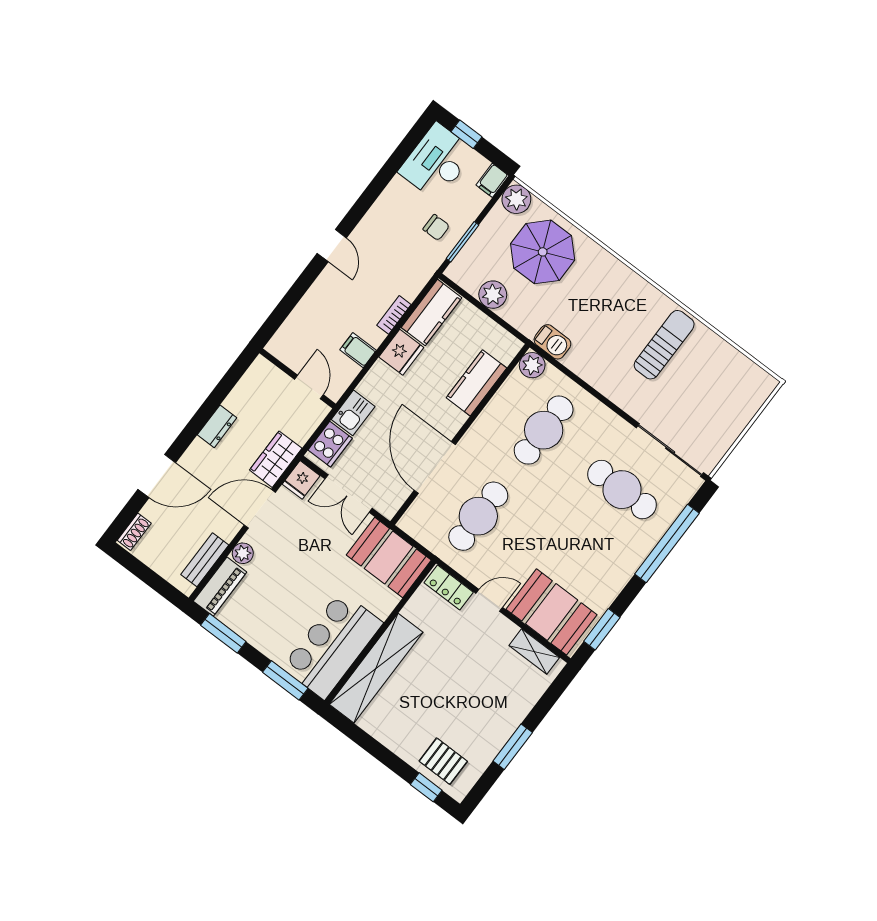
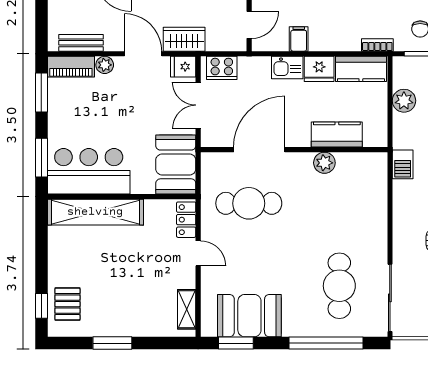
bookcase: (394, 315) -> (377, 45), moved
plant: (532, 365) -> (324, 163), moved
kitchen sink: (353, 413) -> (287, 68), moved
cafe table: (544, 430) -> (339, 203), removed
booth: (552, 612) -> (249, 316), moved, turned 90

